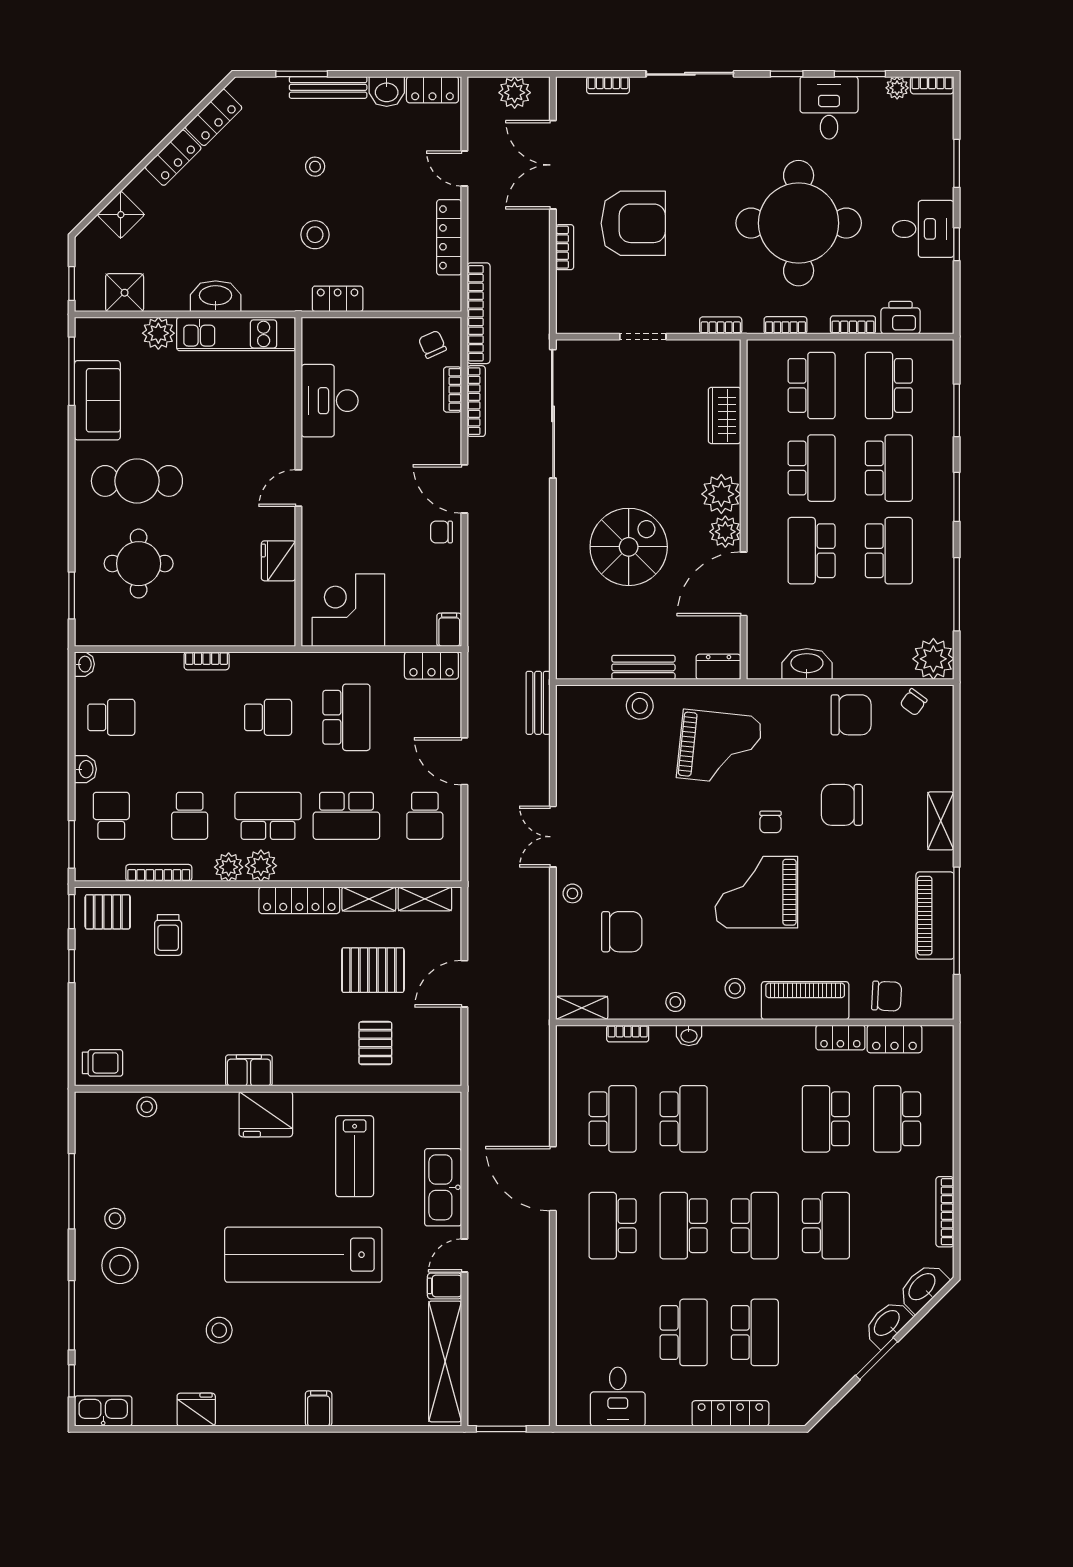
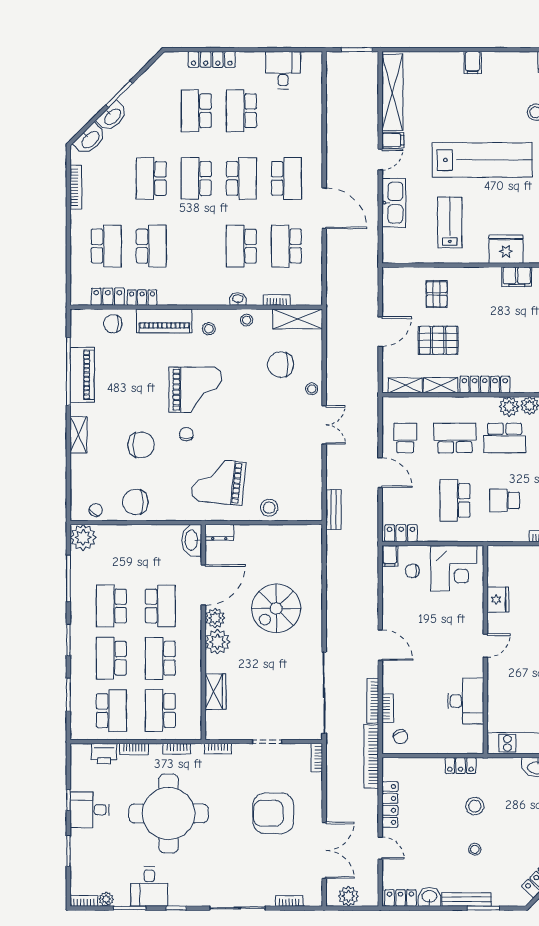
bookcase: (565, 247) -> (317, 758), moved
chair: (441, 532) -> (412, 571), moved, turned 180
washbasin: (807, 664) -> (192, 540), moved, turned 90
bench: (643, 667) -> (267, 532), removed
shelving: (582, 1008) -> (298, 319), width x1.50, depth x1.33

